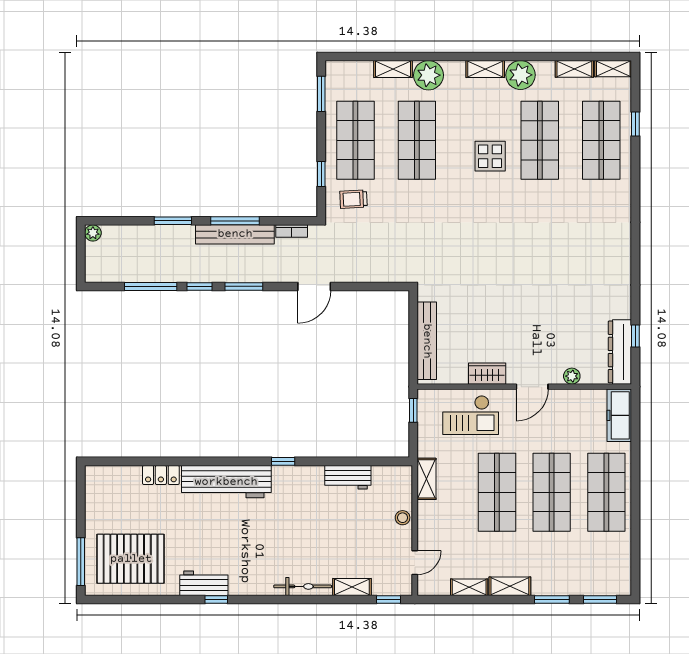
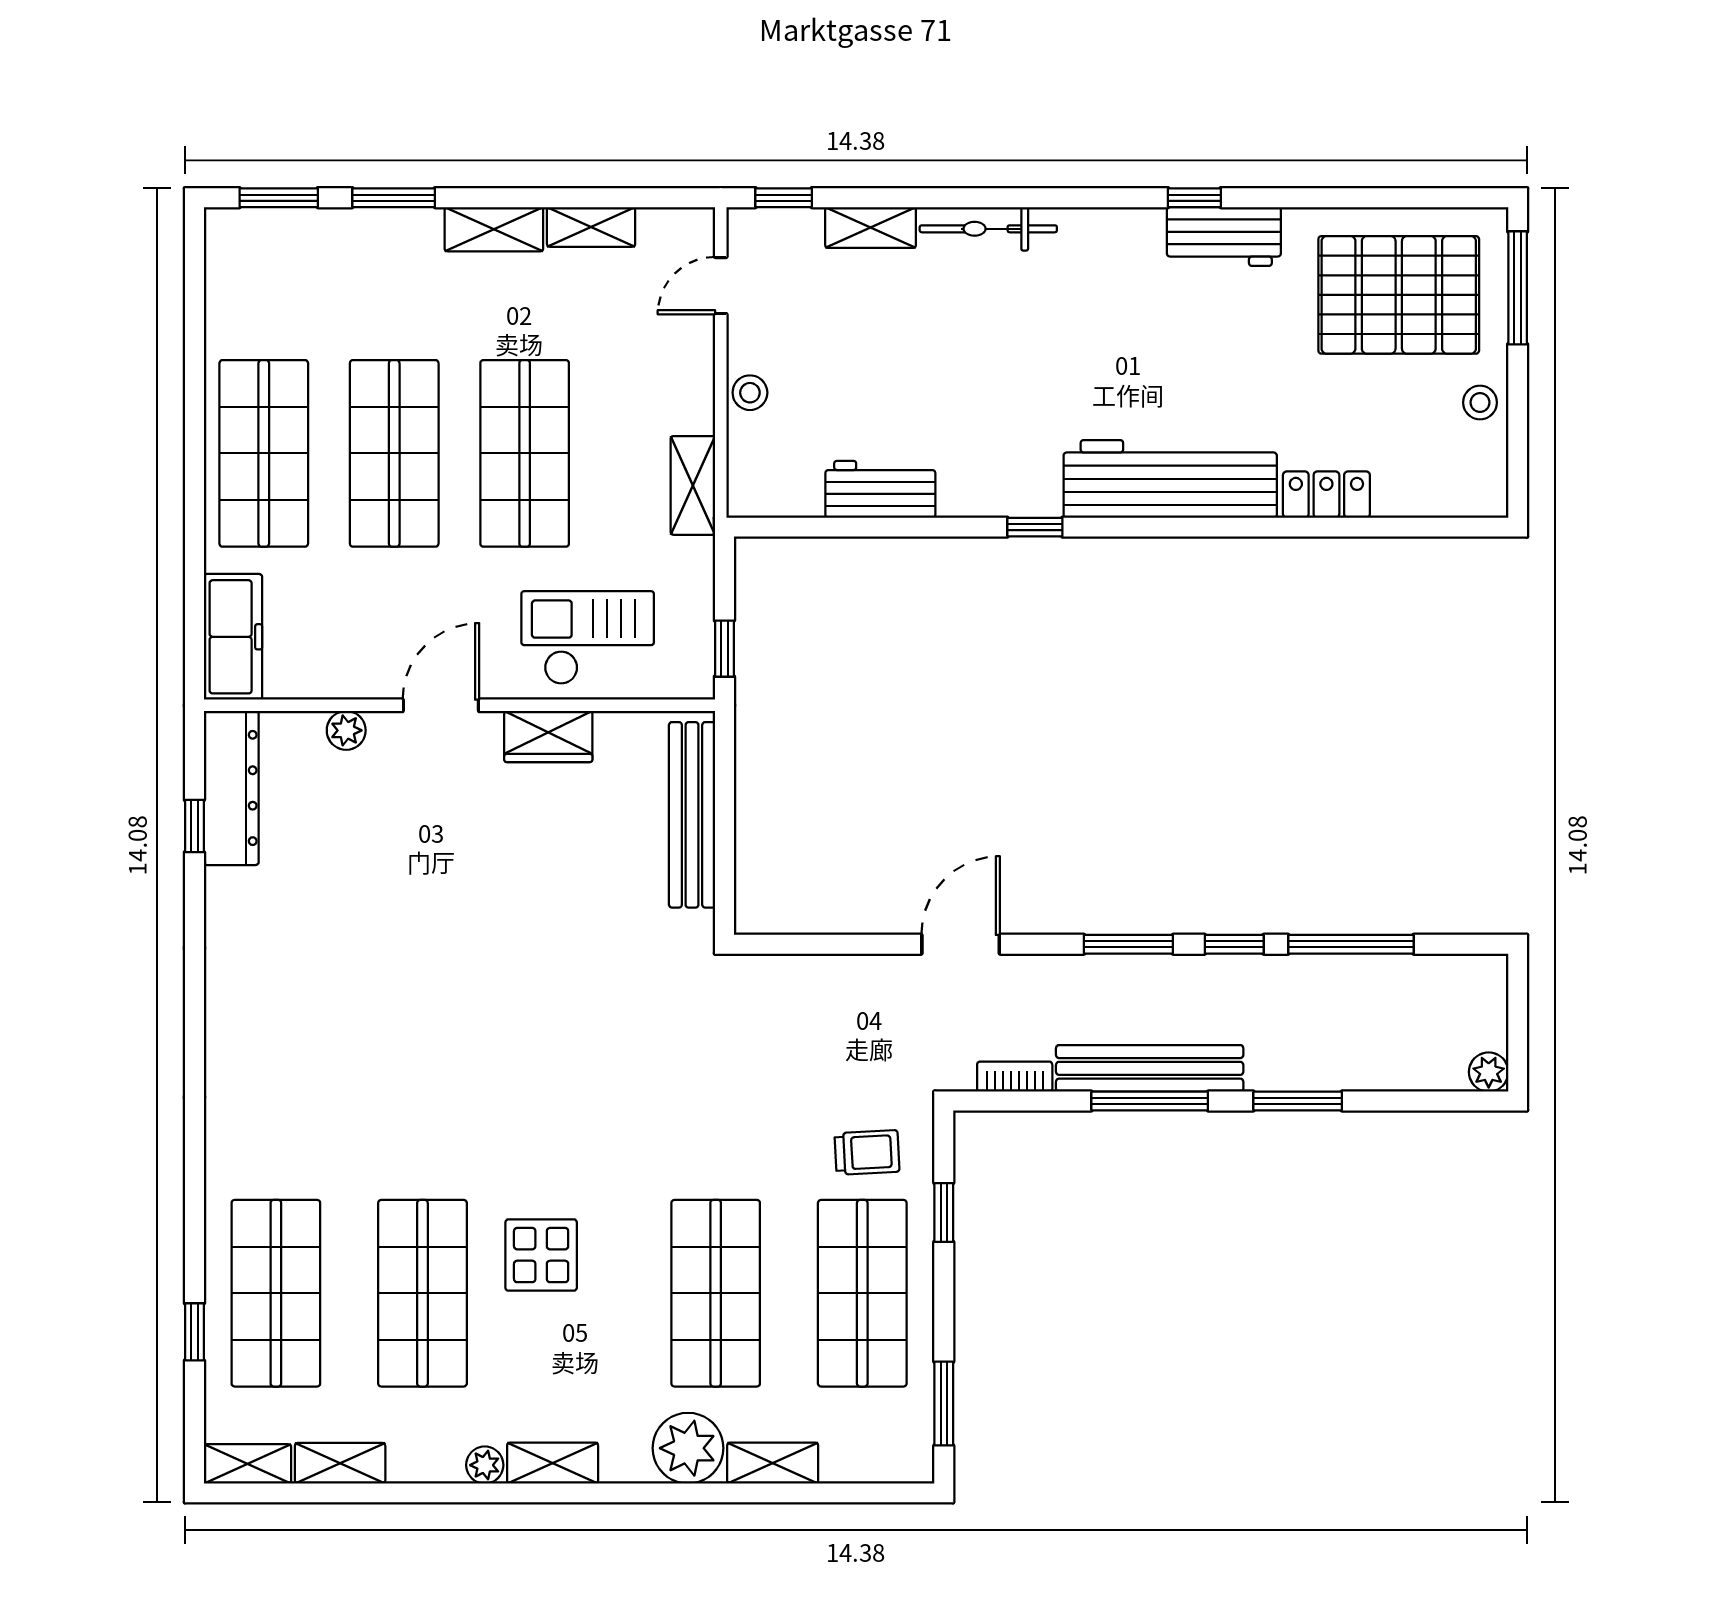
plant: (520, 75) -> (485, 1465), width x0.53, depth x0.53
stool: (96, 514) -> (1480, 403), added

